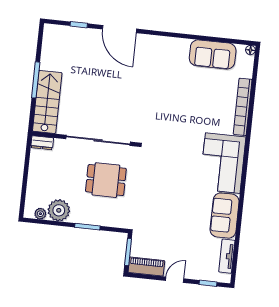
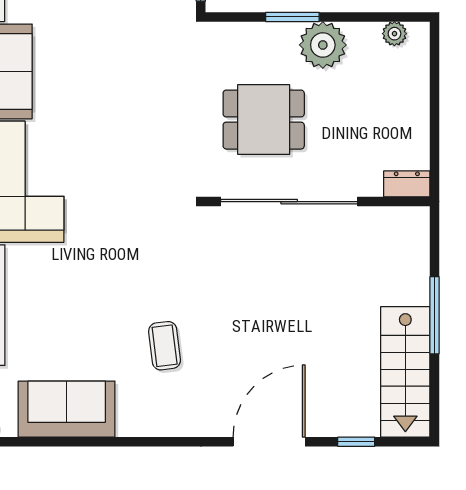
door: (119, 29) -> (269, 442), hinge flipped
coffee table: (164, 79) -> (165, 346), added
stairs: (47, 102) -> (405, 372), moved
plant: (59, 210) -> (323, 45), moved

